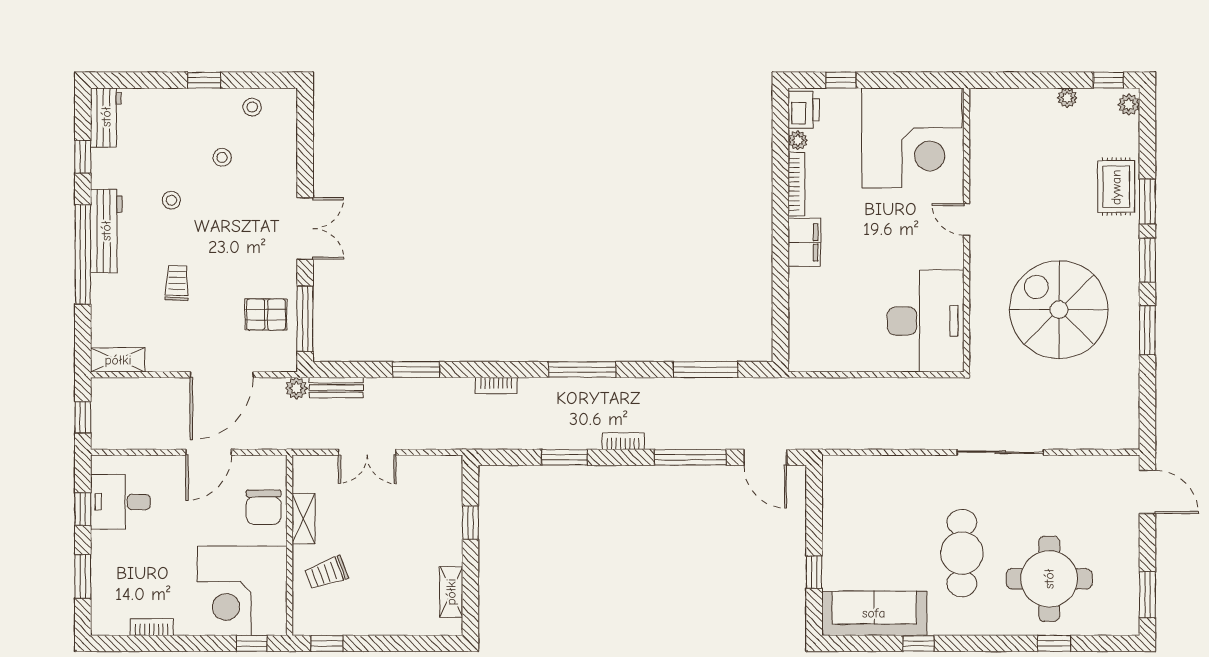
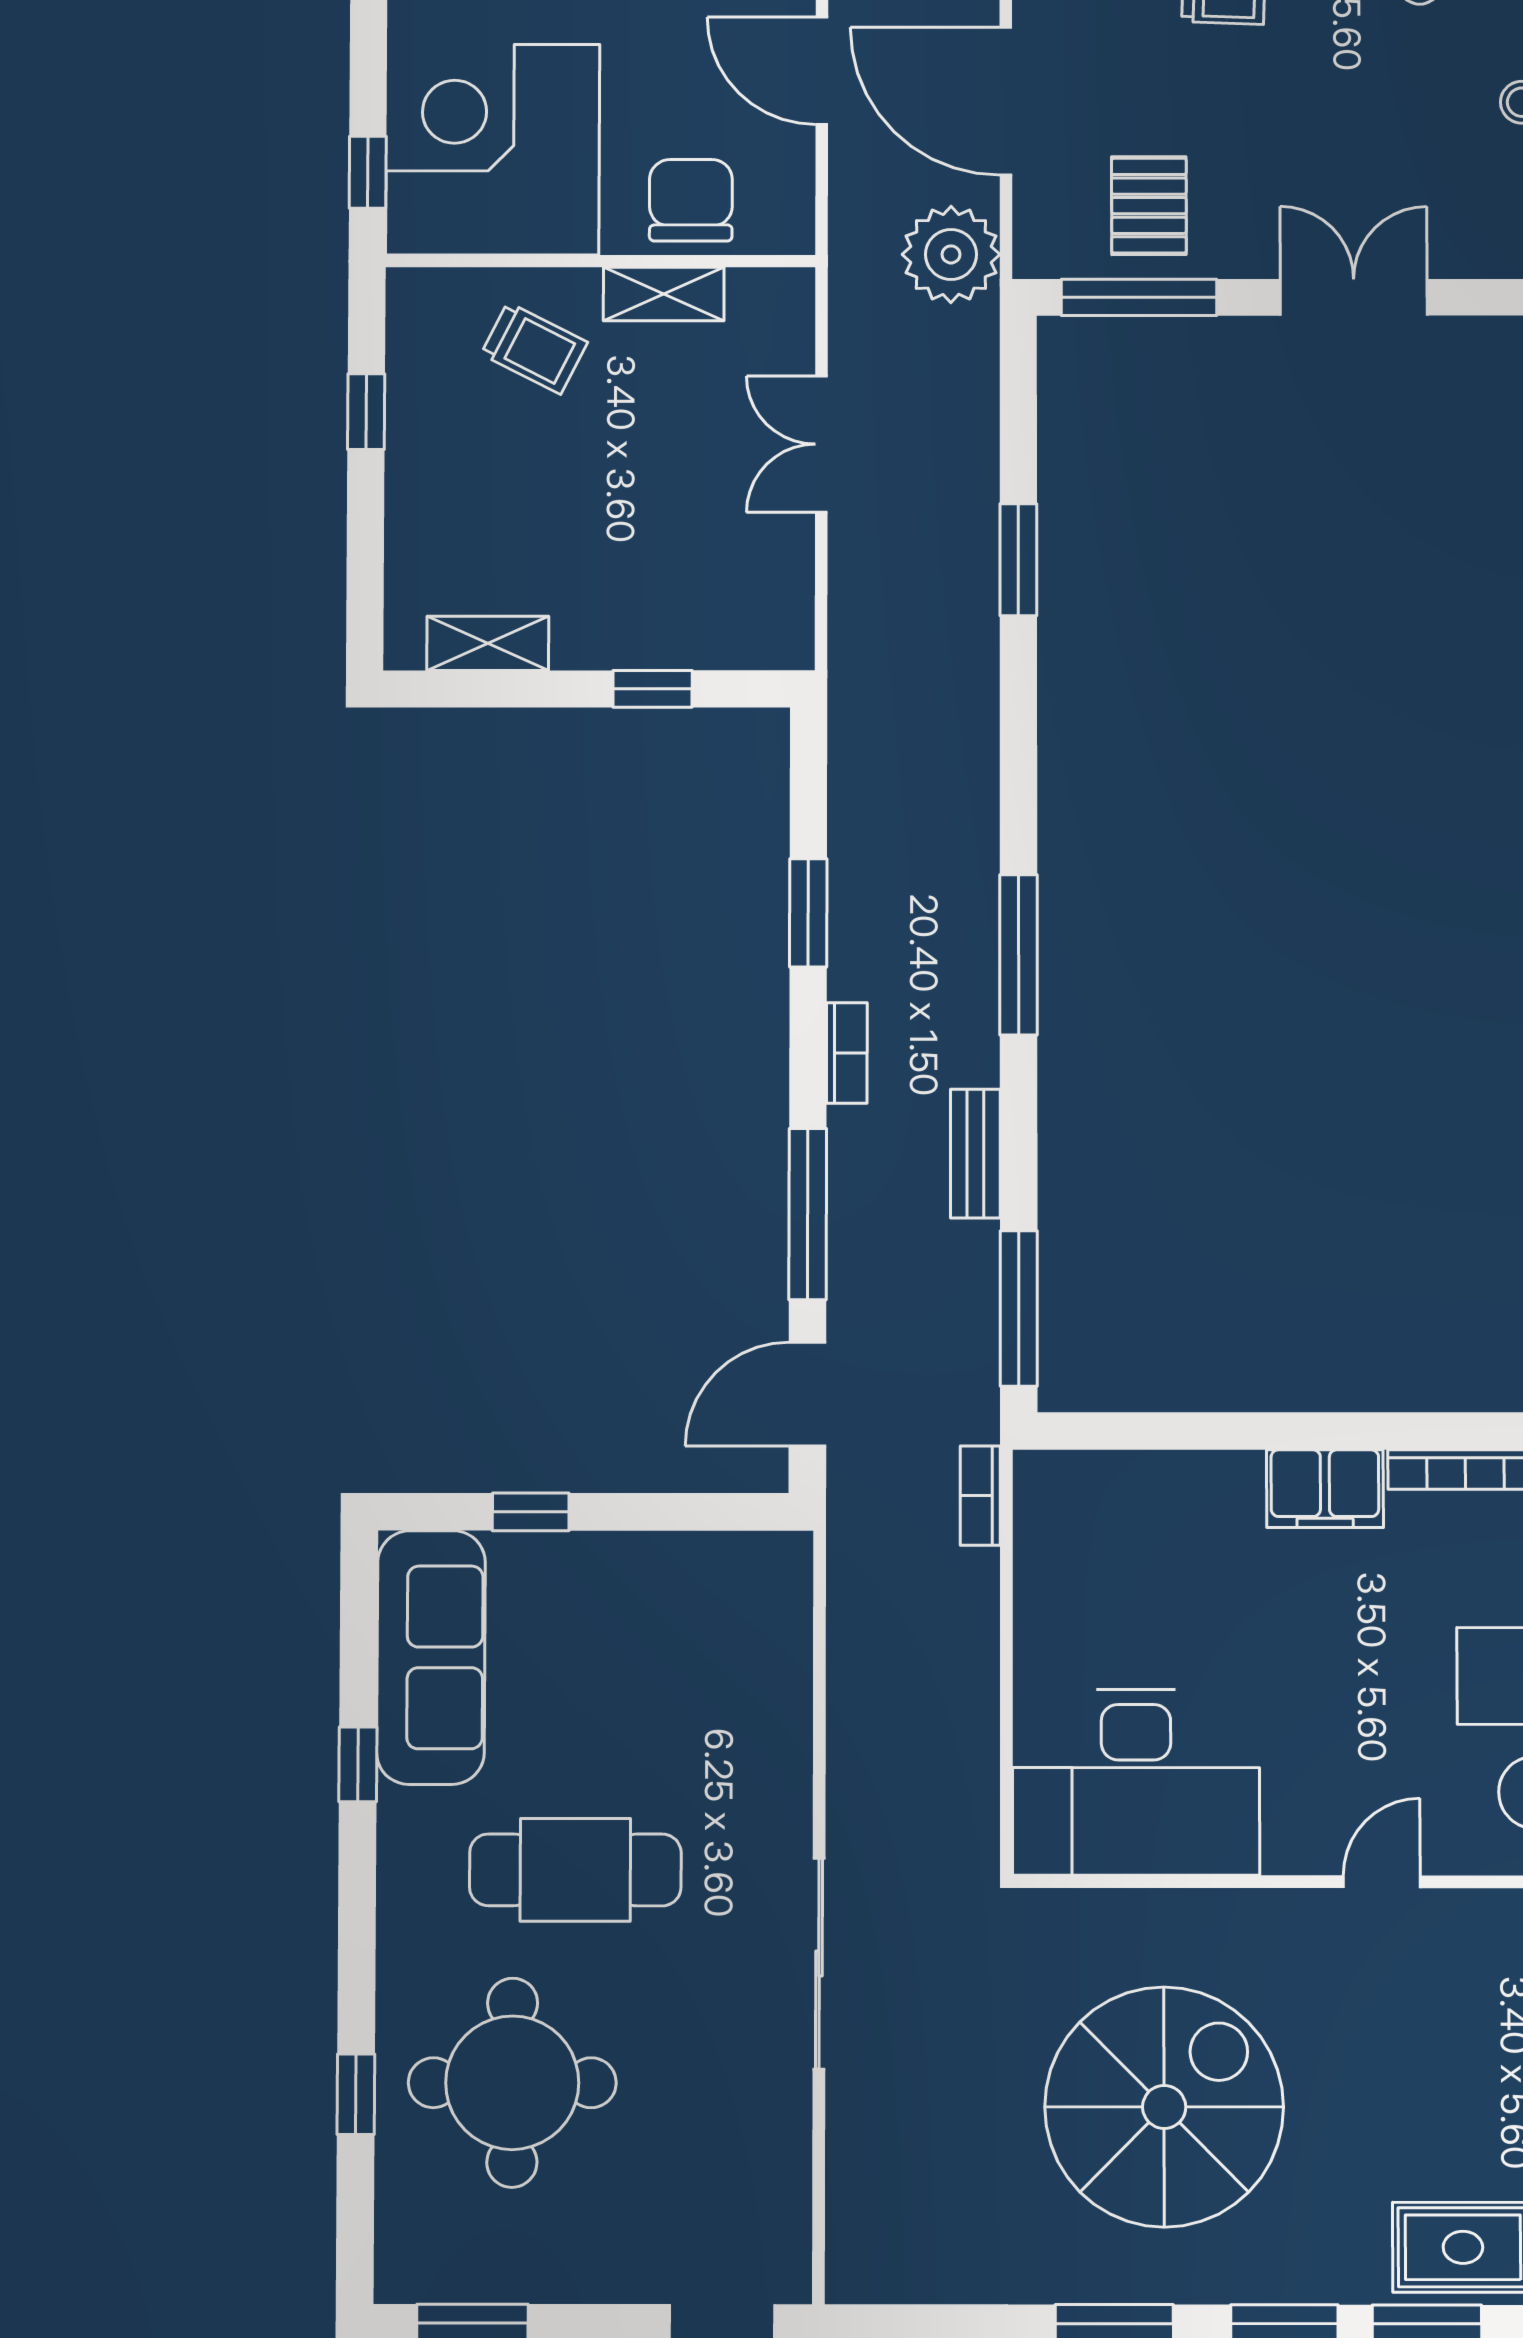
double door: (305, 228) -> (1354, 297), swing flipped
window: (706, 370) -> (1019, 1308), moved
bookcase: (496, 386) -> (980, 1496), moved
plant: (296, 388) -> (951, 254), width x1.87, depth x1.87
bench: (336, 388) -> (975, 1154), moved
chair: (264, 507) -> (691, 200), turned 90
trolley: (326, 573) -> (534, 348), turned 137
window: (327, 643) -> (366, 412), moved

